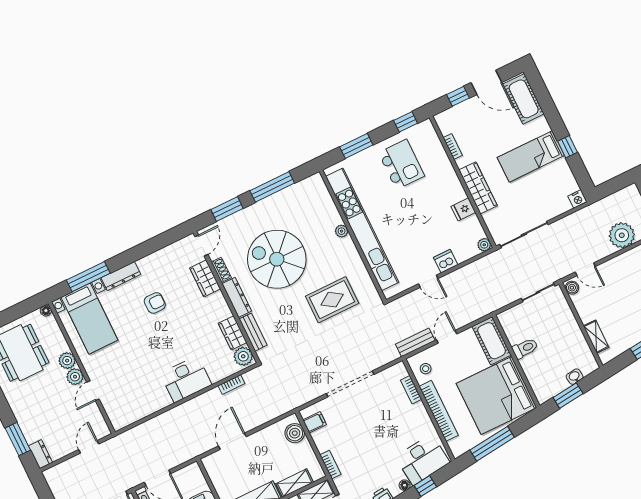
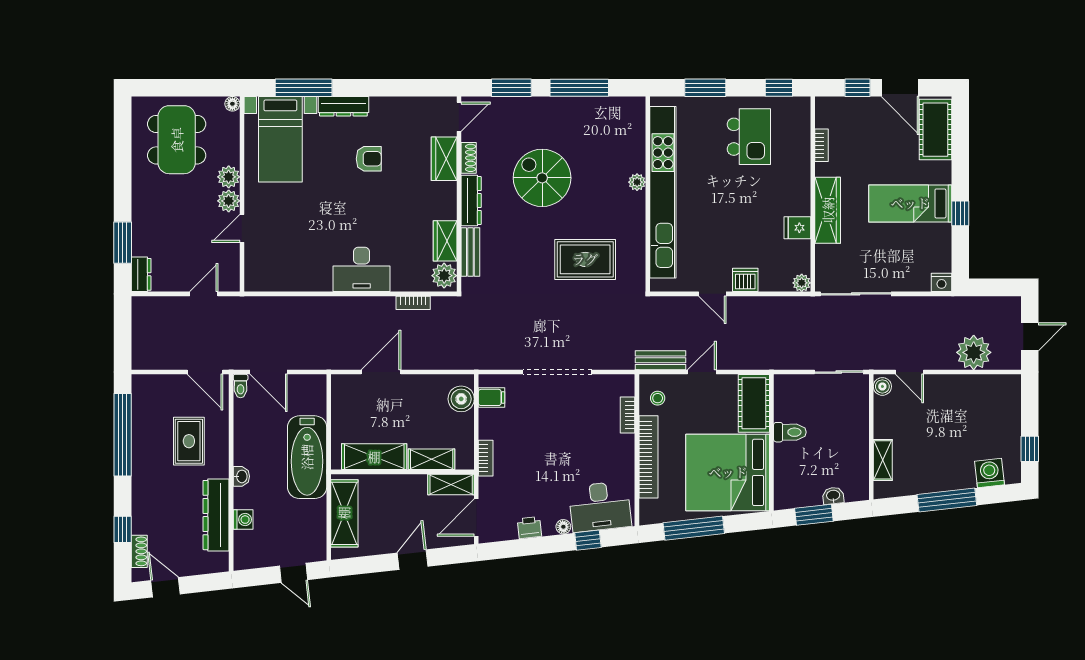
spiral stairs: (277, 259) -> (542, 178), width x0.73, depth x0.73

